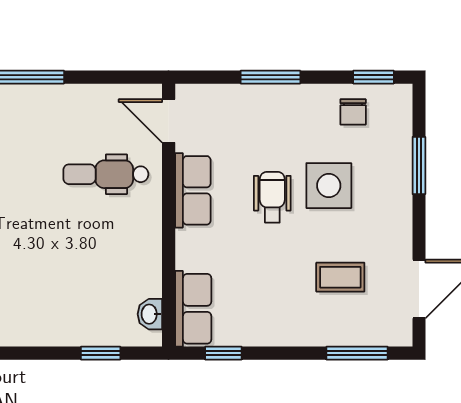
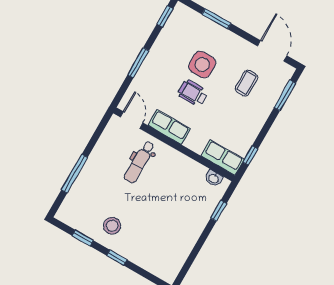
chair: (353, 112) -> (175, 35), removed
door: (169, 121) -> (132, 120), swing flipped

